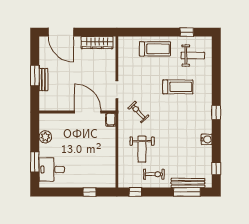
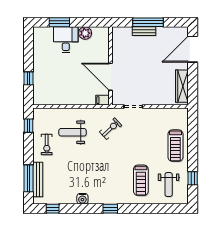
window: (35, 76) -> (148, 22), width x1.44
treadmill: (178, 87) -> (141, 180), moved
door: (88, 112) -> (111, 77), swing flipped
desk: (52, 169) -> (66, 40), moved

